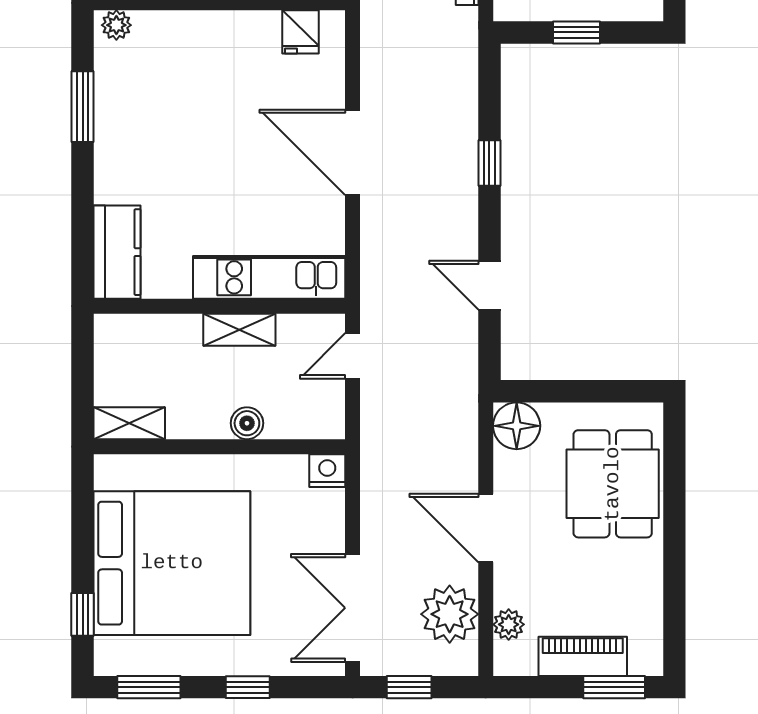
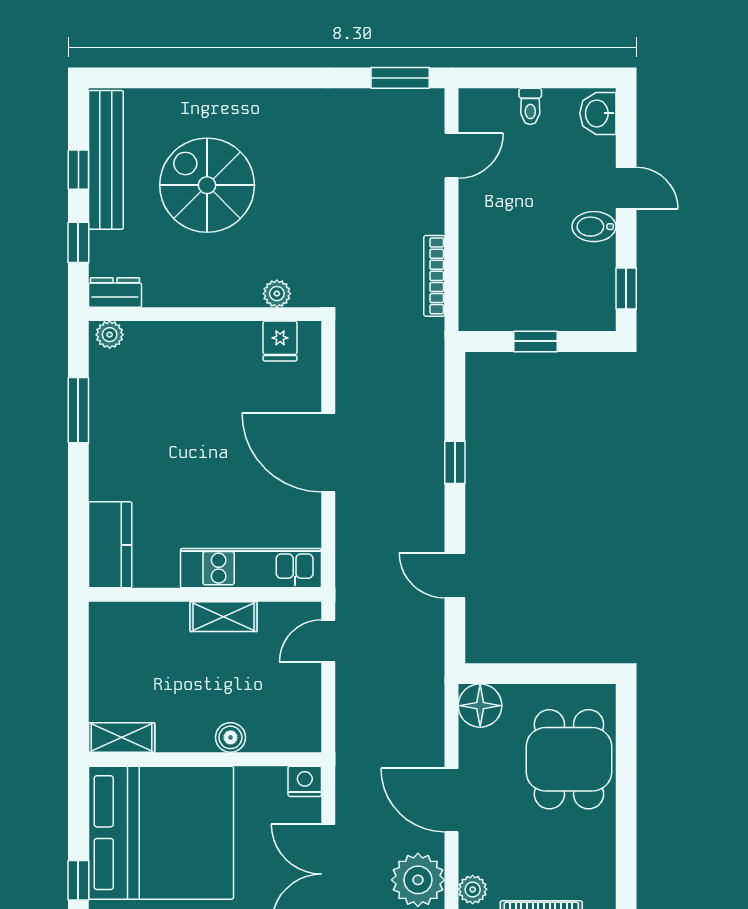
shelving: (129, 423) -> (122, 737), moved
boiler: (247, 423) -> (230, 737), moved
wall: (219, 447) -> (205, 759), moved
nightstand: (327, 471) -> (305, 781), moved

